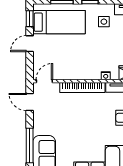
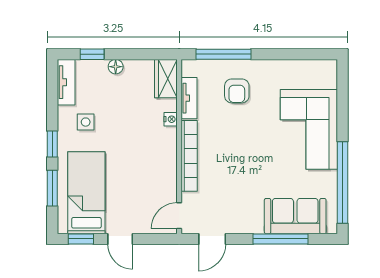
door: (44, 81) -> (179, 216), hinge flipped

